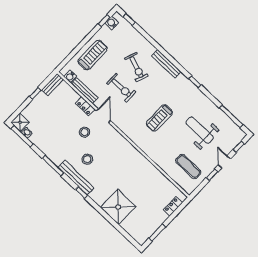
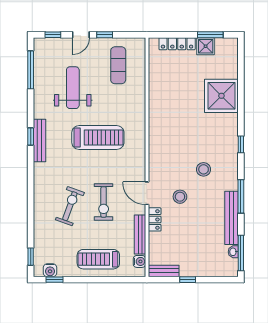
bench: (166, 64) -> (40, 140), moved
exercise bike: (121, 88) -> (104, 202), turned 180
door: (103, 116) -> (147, 193), hinge flipped
treadmill: (159, 118) -> (98, 138), width x1.37, depth x1.38
shower: (20, 122) -> (206, 46), moved
weight bench: (200, 130) -> (73, 88), turned 180
bench: (76, 178) -> (232, 218), moved
locker: (173, 206) -> (177, 44), width x1.53

